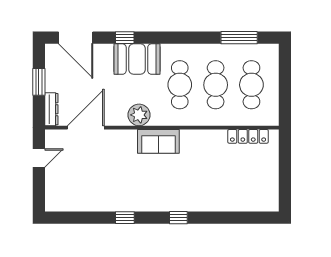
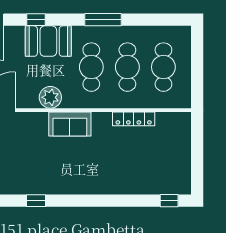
window: (239, 38) -> (103, 20), moved
locker: (248, 136) -> (134, 119), moved
window: (178, 218) -> (169, 201), moved

